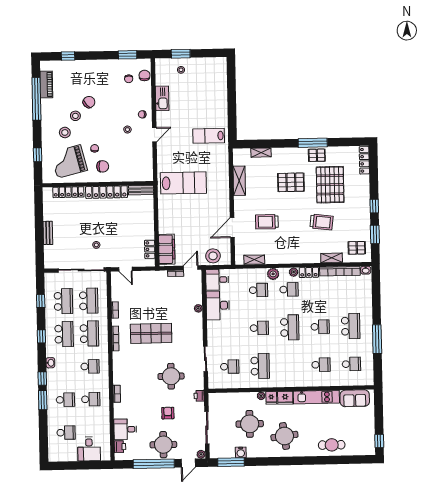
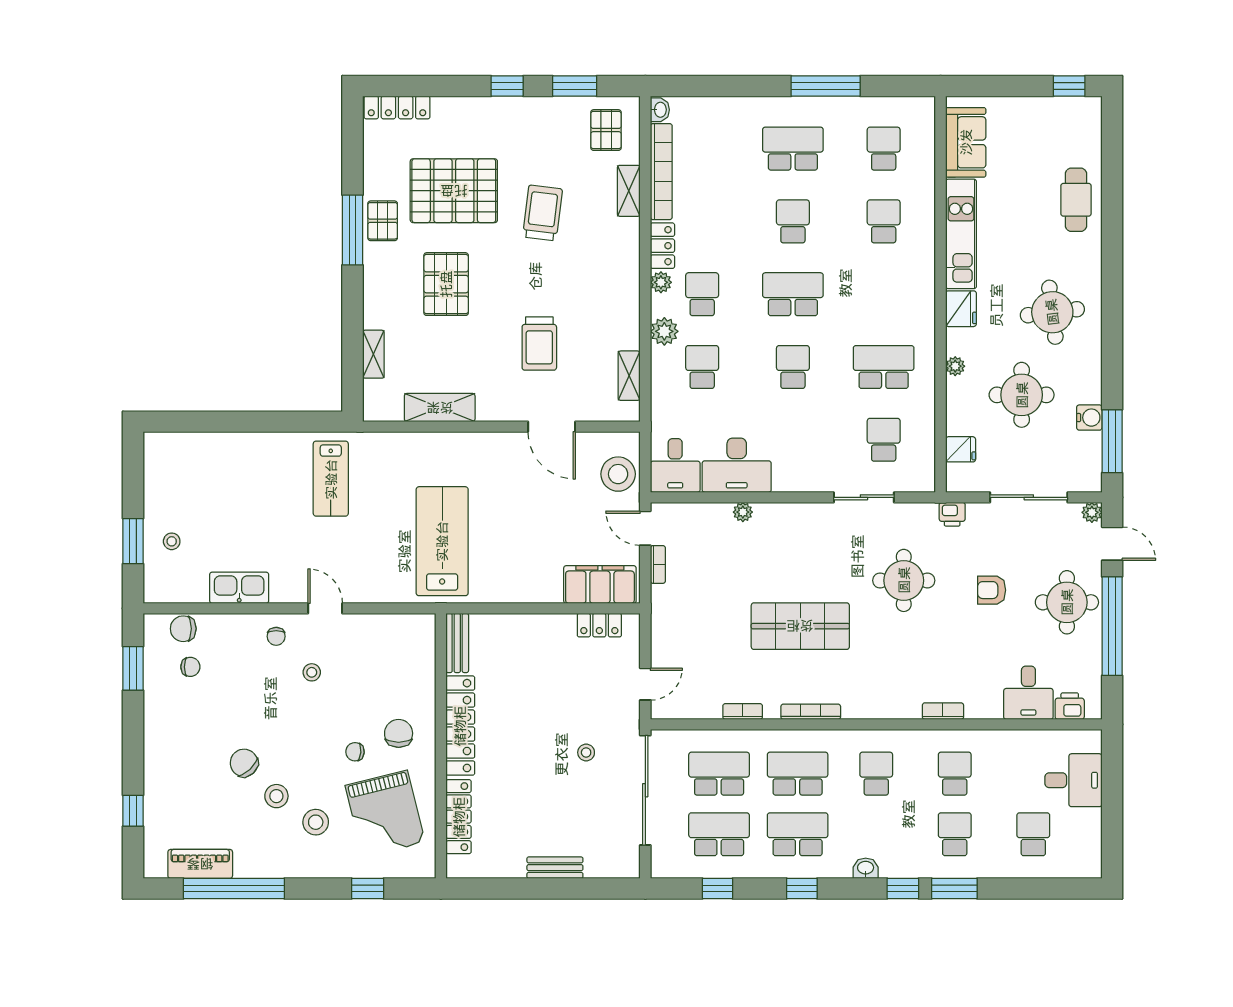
shop shelf: (151, 333) -> (800, 626), turned 90
fridge: (271, 398) -> (961, 449), moved

